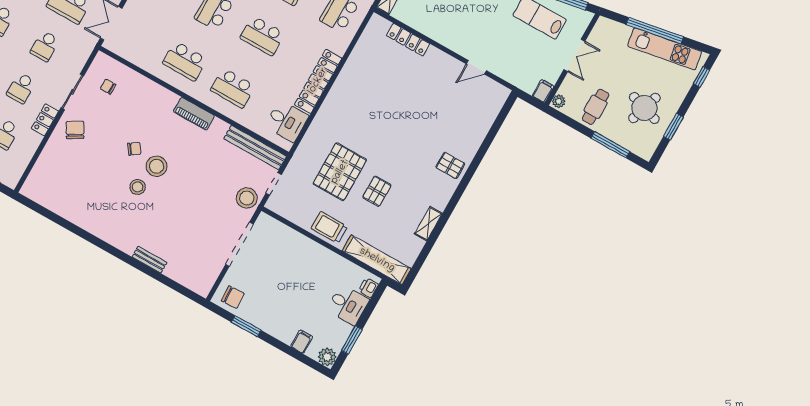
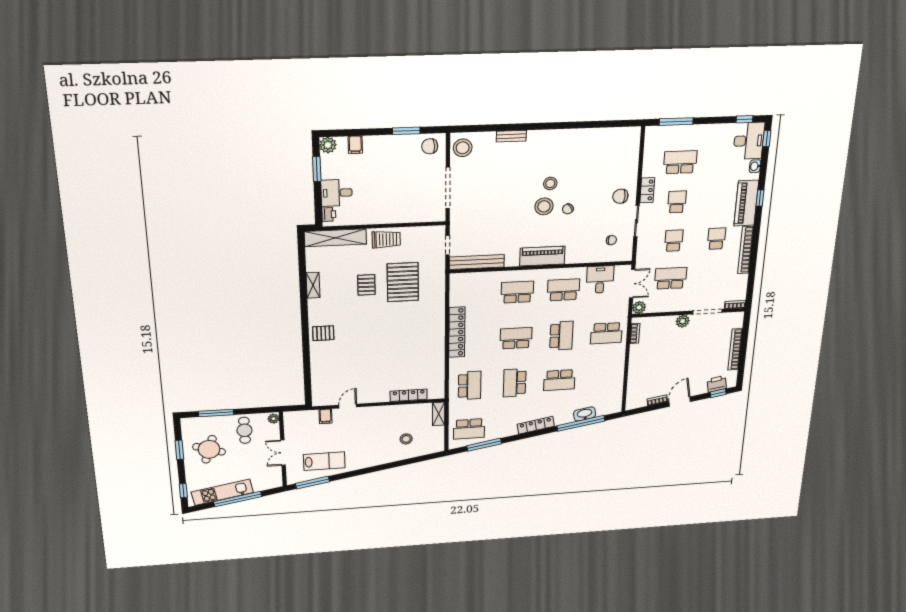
filing cabinet: (543, 91) -> (326, 416), moved
piano: (194, 114) -> (542, 256), width x1.37, depth x1.33
desk: (287, 121) -> (600, 280), moved, turned 90
chair: (75, 130) -> (620, 196), turned 120
stool: (247, 198) -> (463, 148), moved

